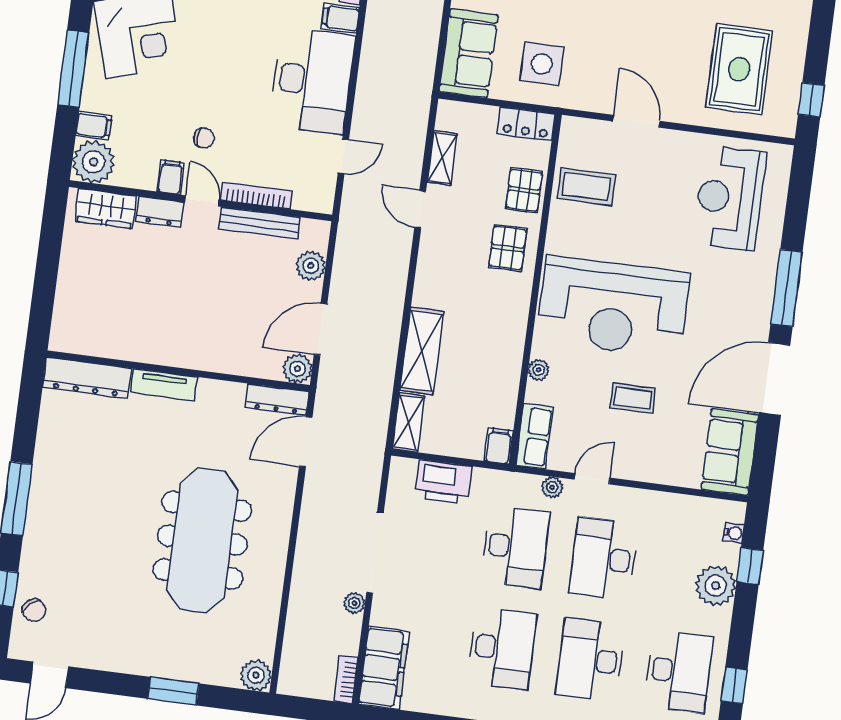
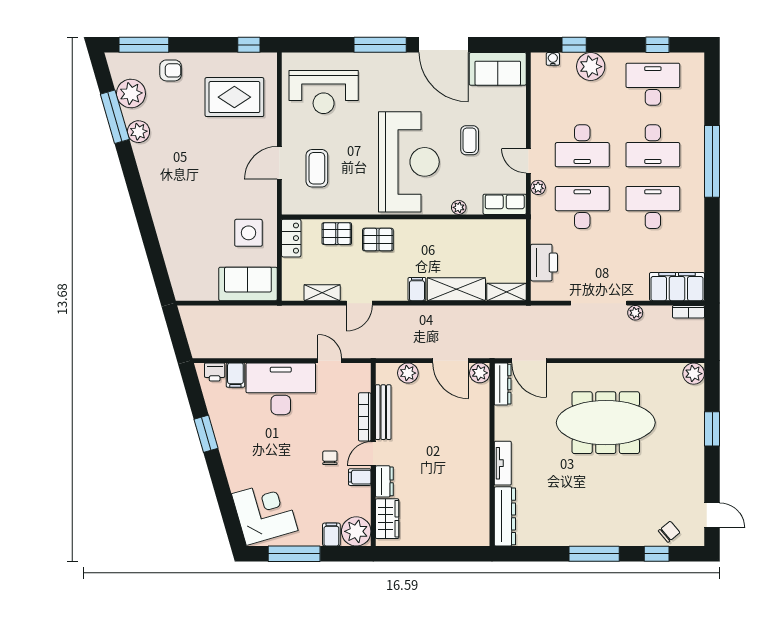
coffee table: (586, 187) -> (317, 168), moved
filing cabinet: (499, 446) -> (417, 289), moved, turned 90

